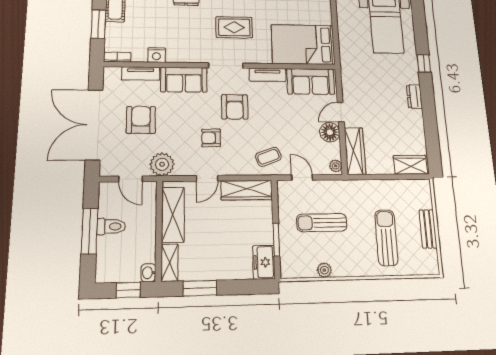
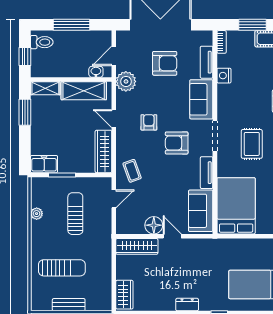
plant: (336, 166) -> (124, 229), removed
toilet: (111, 226) -> (42, 42), moved, turned -90
washbasin: (148, 273) -> (96, 72), moved

